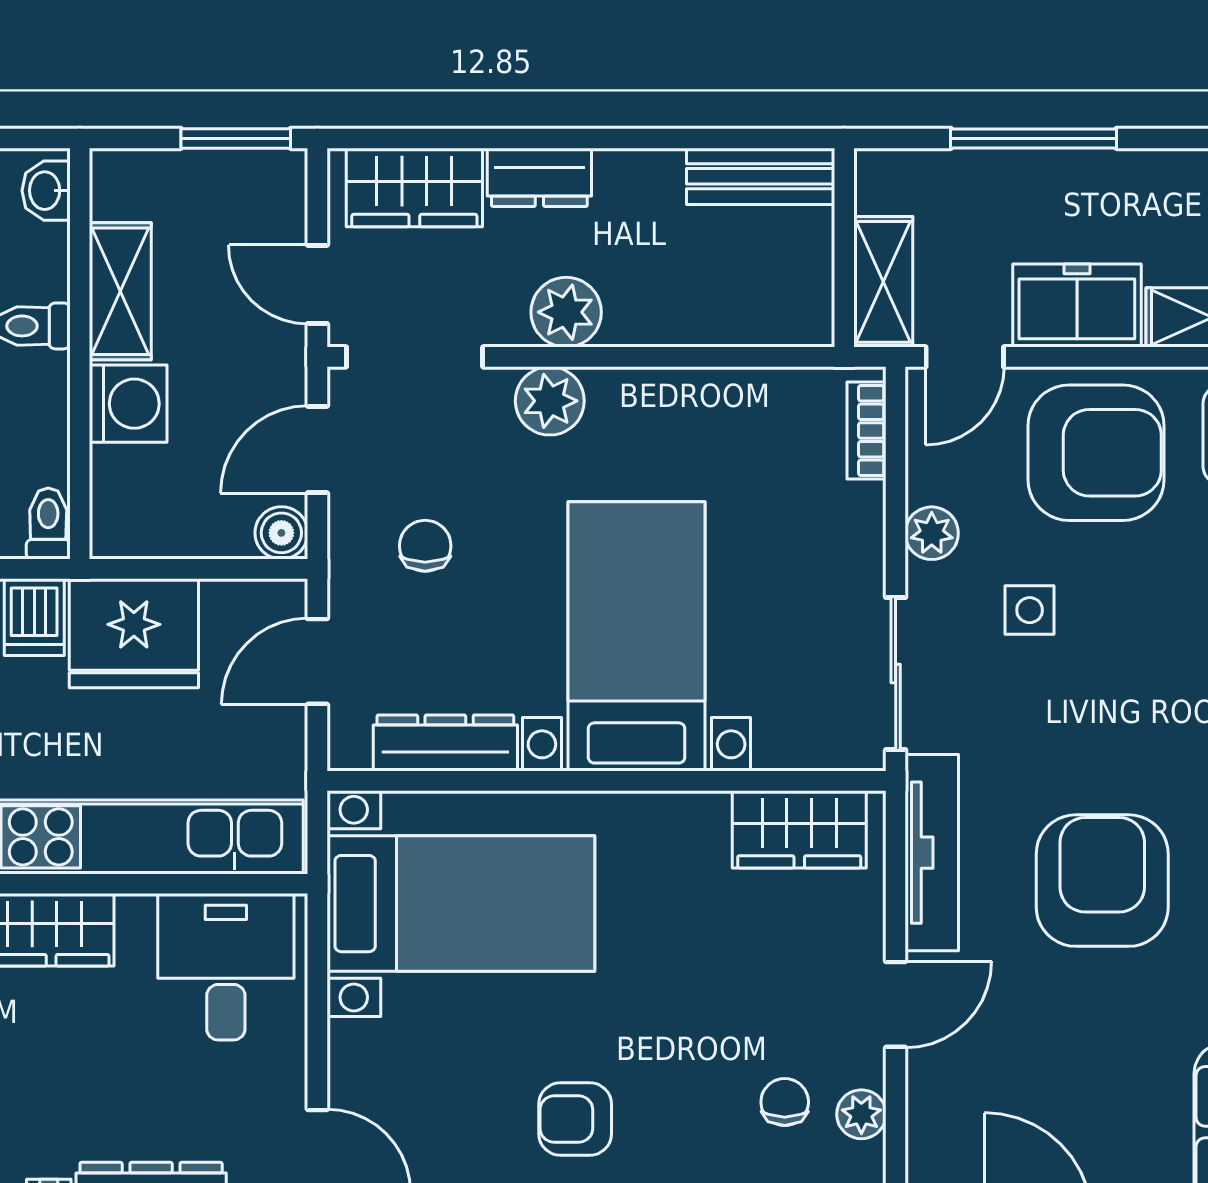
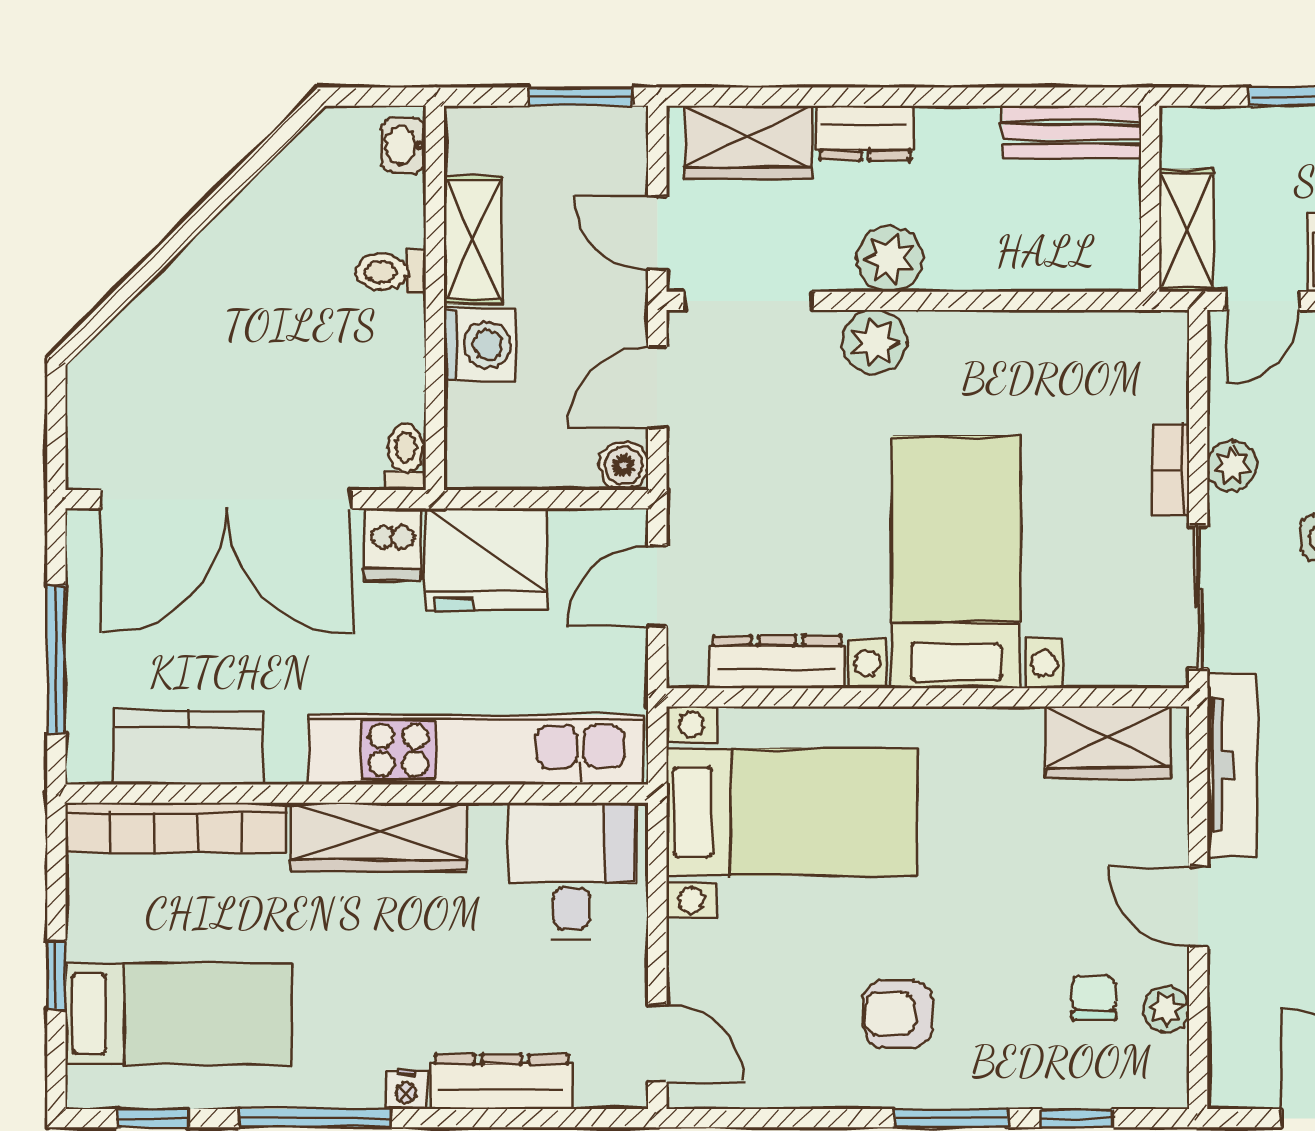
bookcase: (866, 430) -> (1171, 470), moved
chair: (425, 546) -> (758, 478), removed
door: (896, 1004) -> (1198, 907), swing flipped

